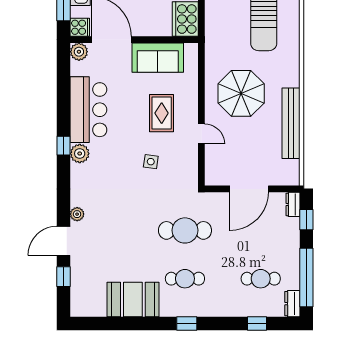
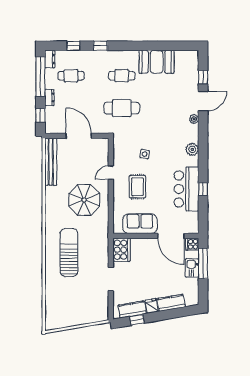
plant: (79, 52) -> (193, 228), removed
bench: (291, 123) -> (51, 162), moved
door: (201, 134) -> (111, 173), hinge flipped
window: (64, 146) -> (203, 189), moved
plant: (80, 153) -> (192, 149), moved
door: (249, 189) -> (79, 136), hinge flipped
dresser: (293, 204) -> (49, 97), moved
window: (187, 323) -> (101, 46), moved

